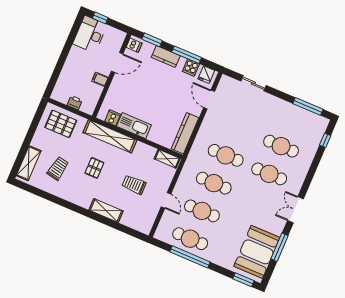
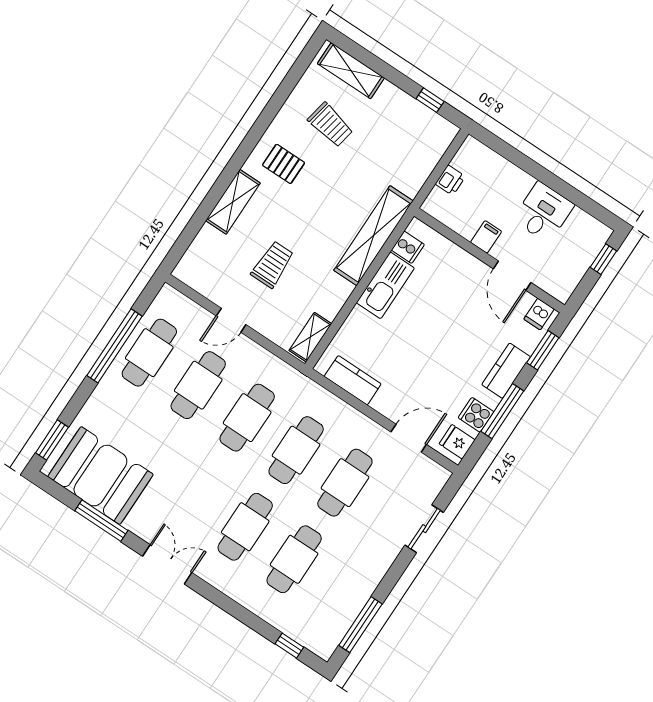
desk: (90, 34) -> (543, 212), moved, width x0.73
window: (36, 120) -> (430, 100), added
pallet: (61, 124) -> (415, 146), removed
cafe table: (238, 128) -> (345, 483), added
kitchen counter: (185, 133) -> (353, 380), width x0.67
pallet: (94, 168) -> (284, 164), moved

